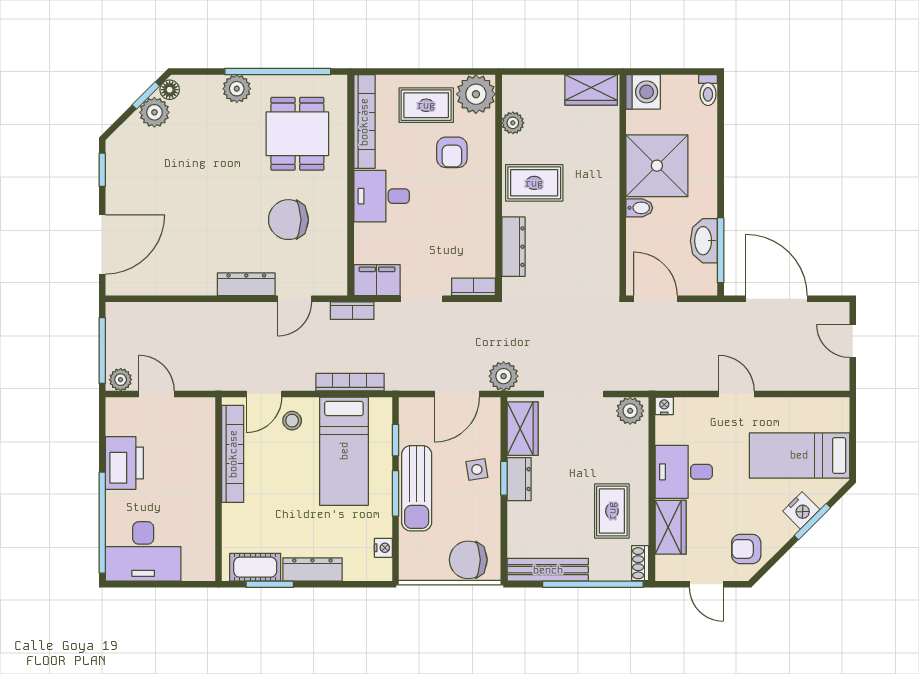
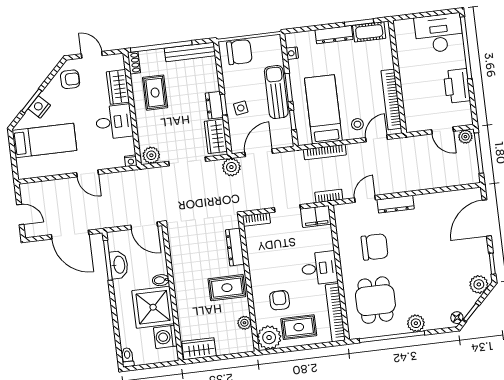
washing machine: (643, 92) -> (165, 337), moved
plant: (154, 112) -> (479, 284), moved

